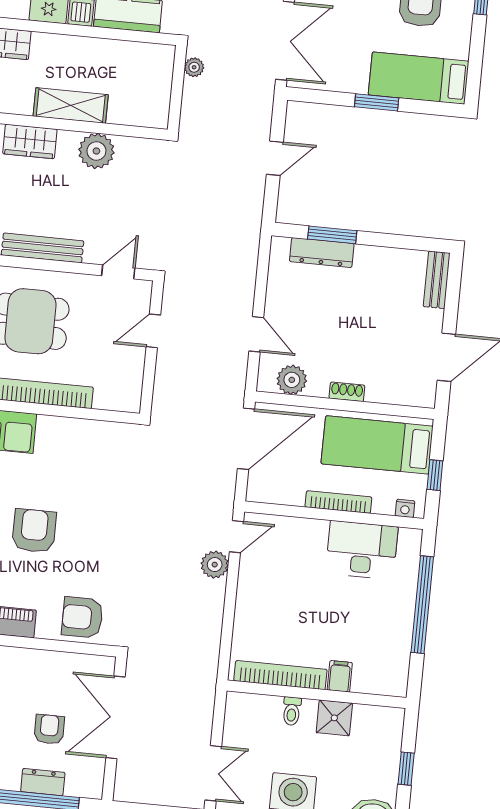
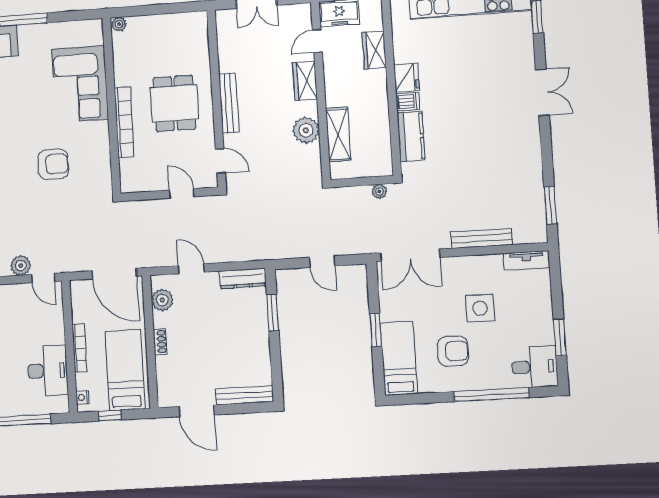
shelving: (71, 105) -> (338, 134), moved
dresser: (322, 253) -> (243, 278), moved, turned -90
bench: (437, 280) -> (245, 395), width x1.36
door: (256, 334) -> (191, 269), swing flipped
armchair: (34, 531) -> (53, 164), moved

